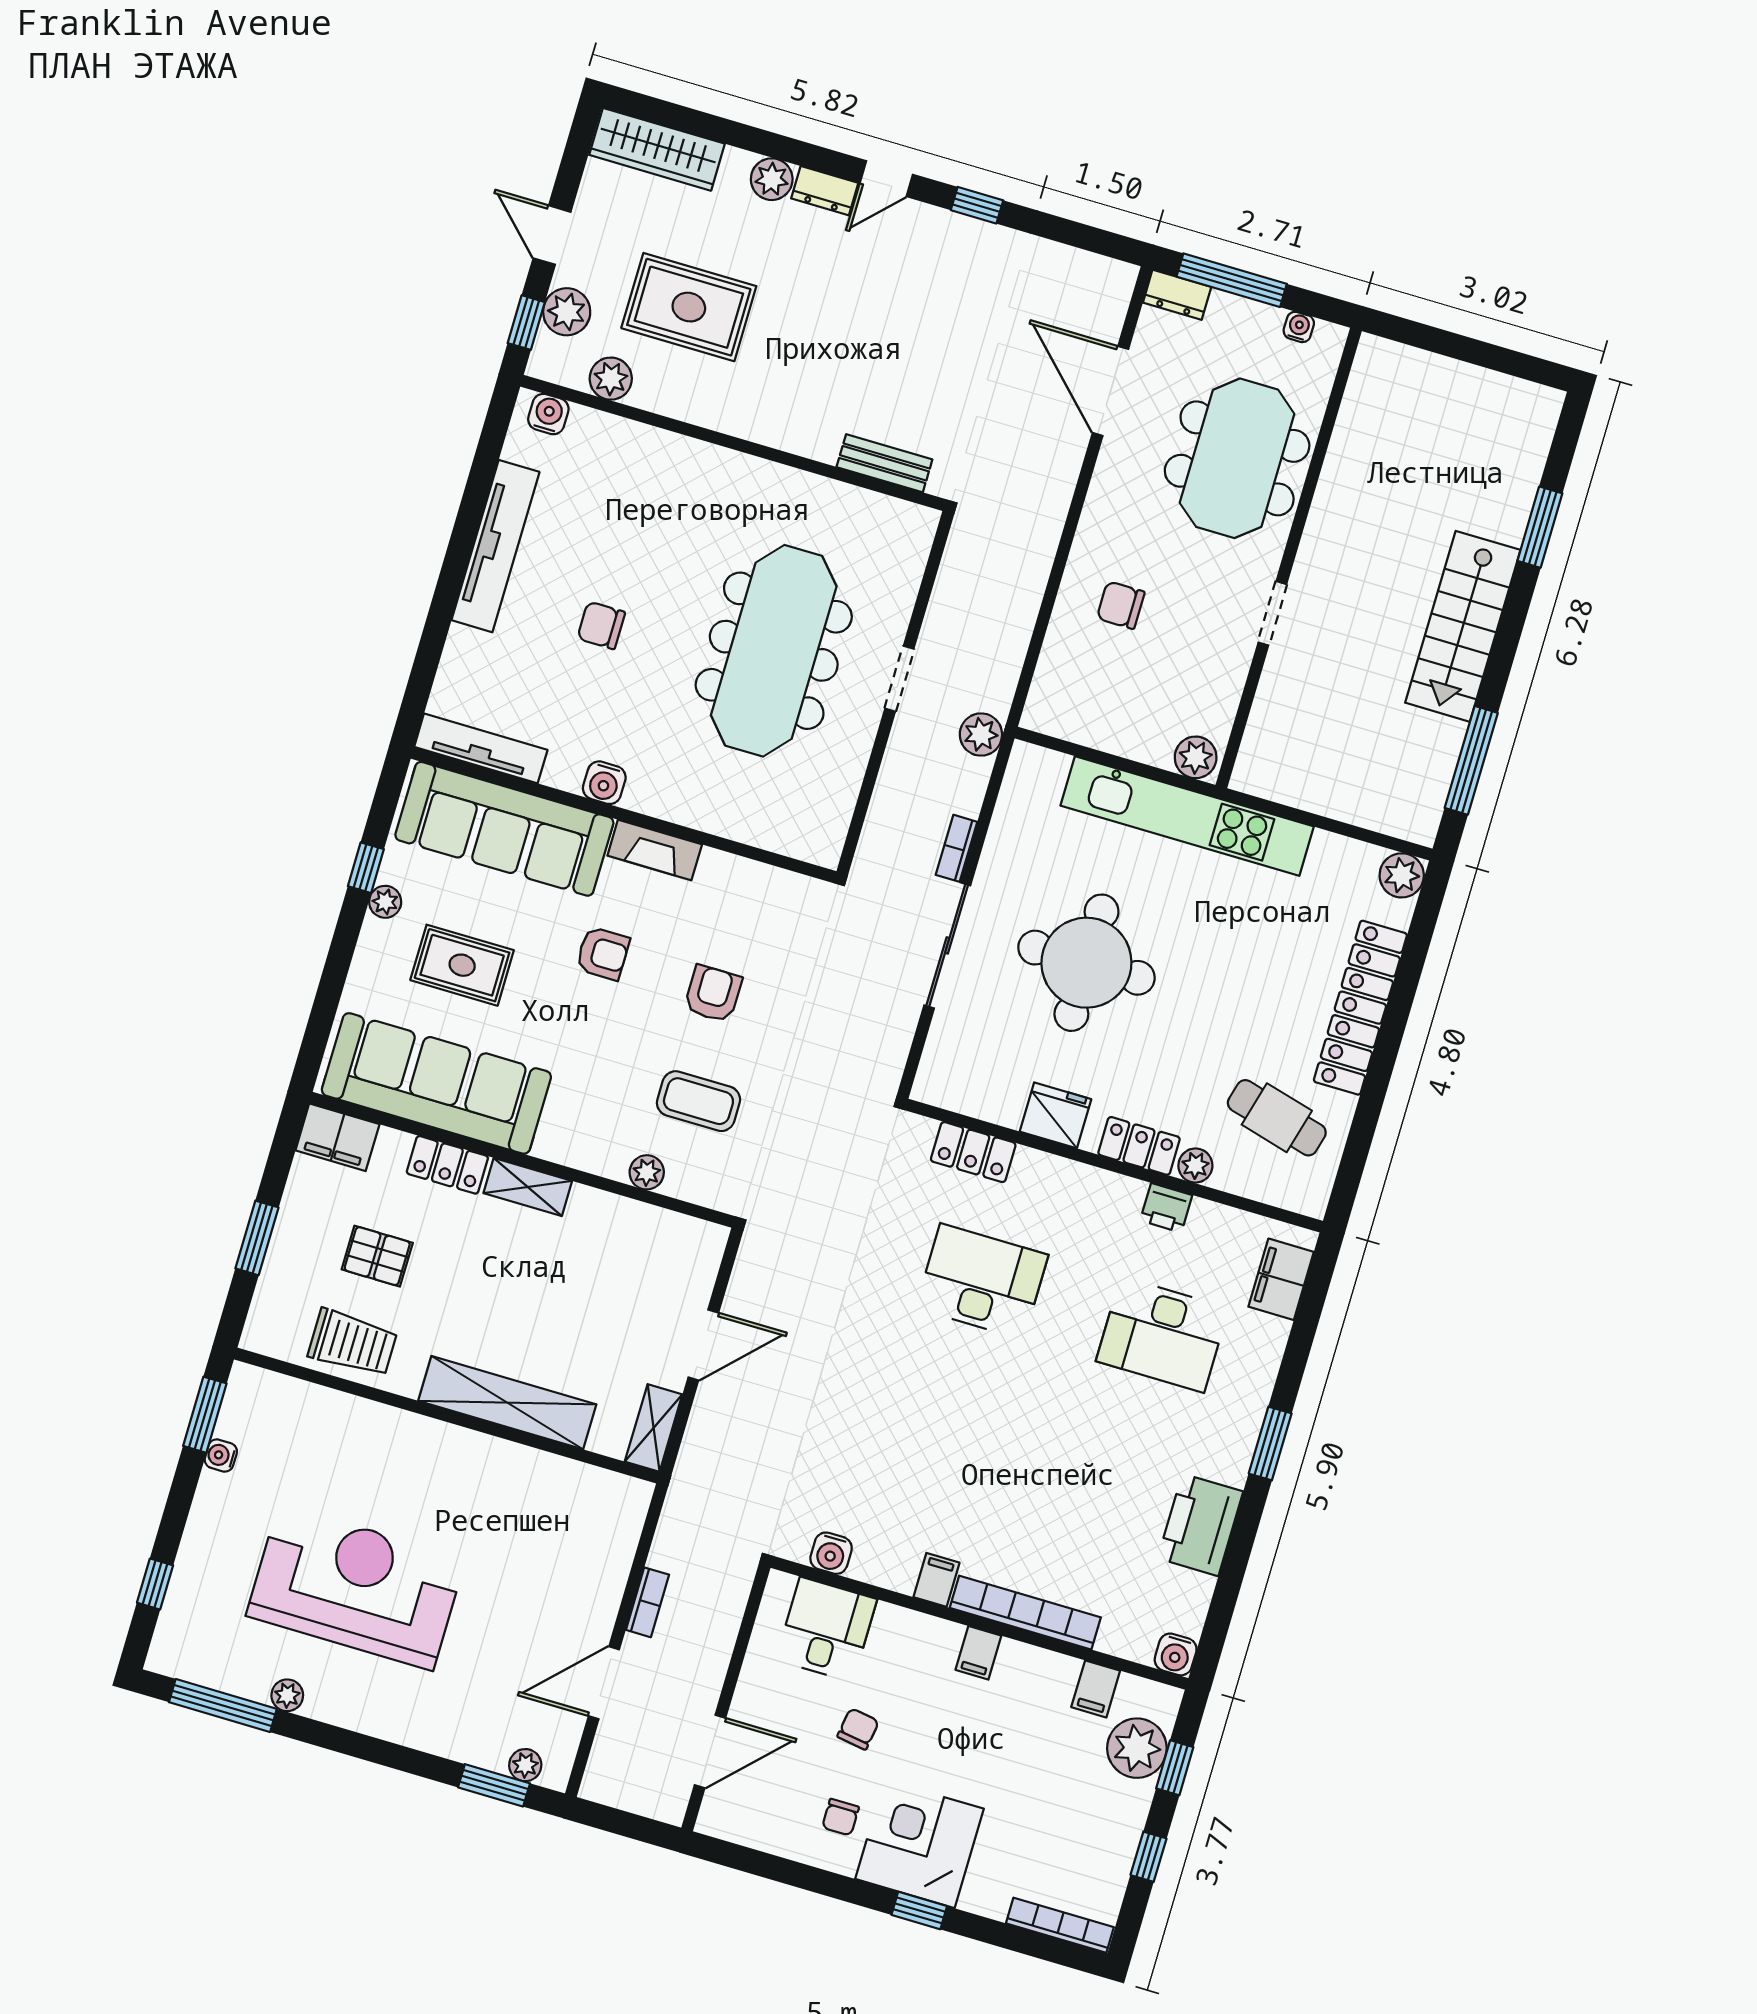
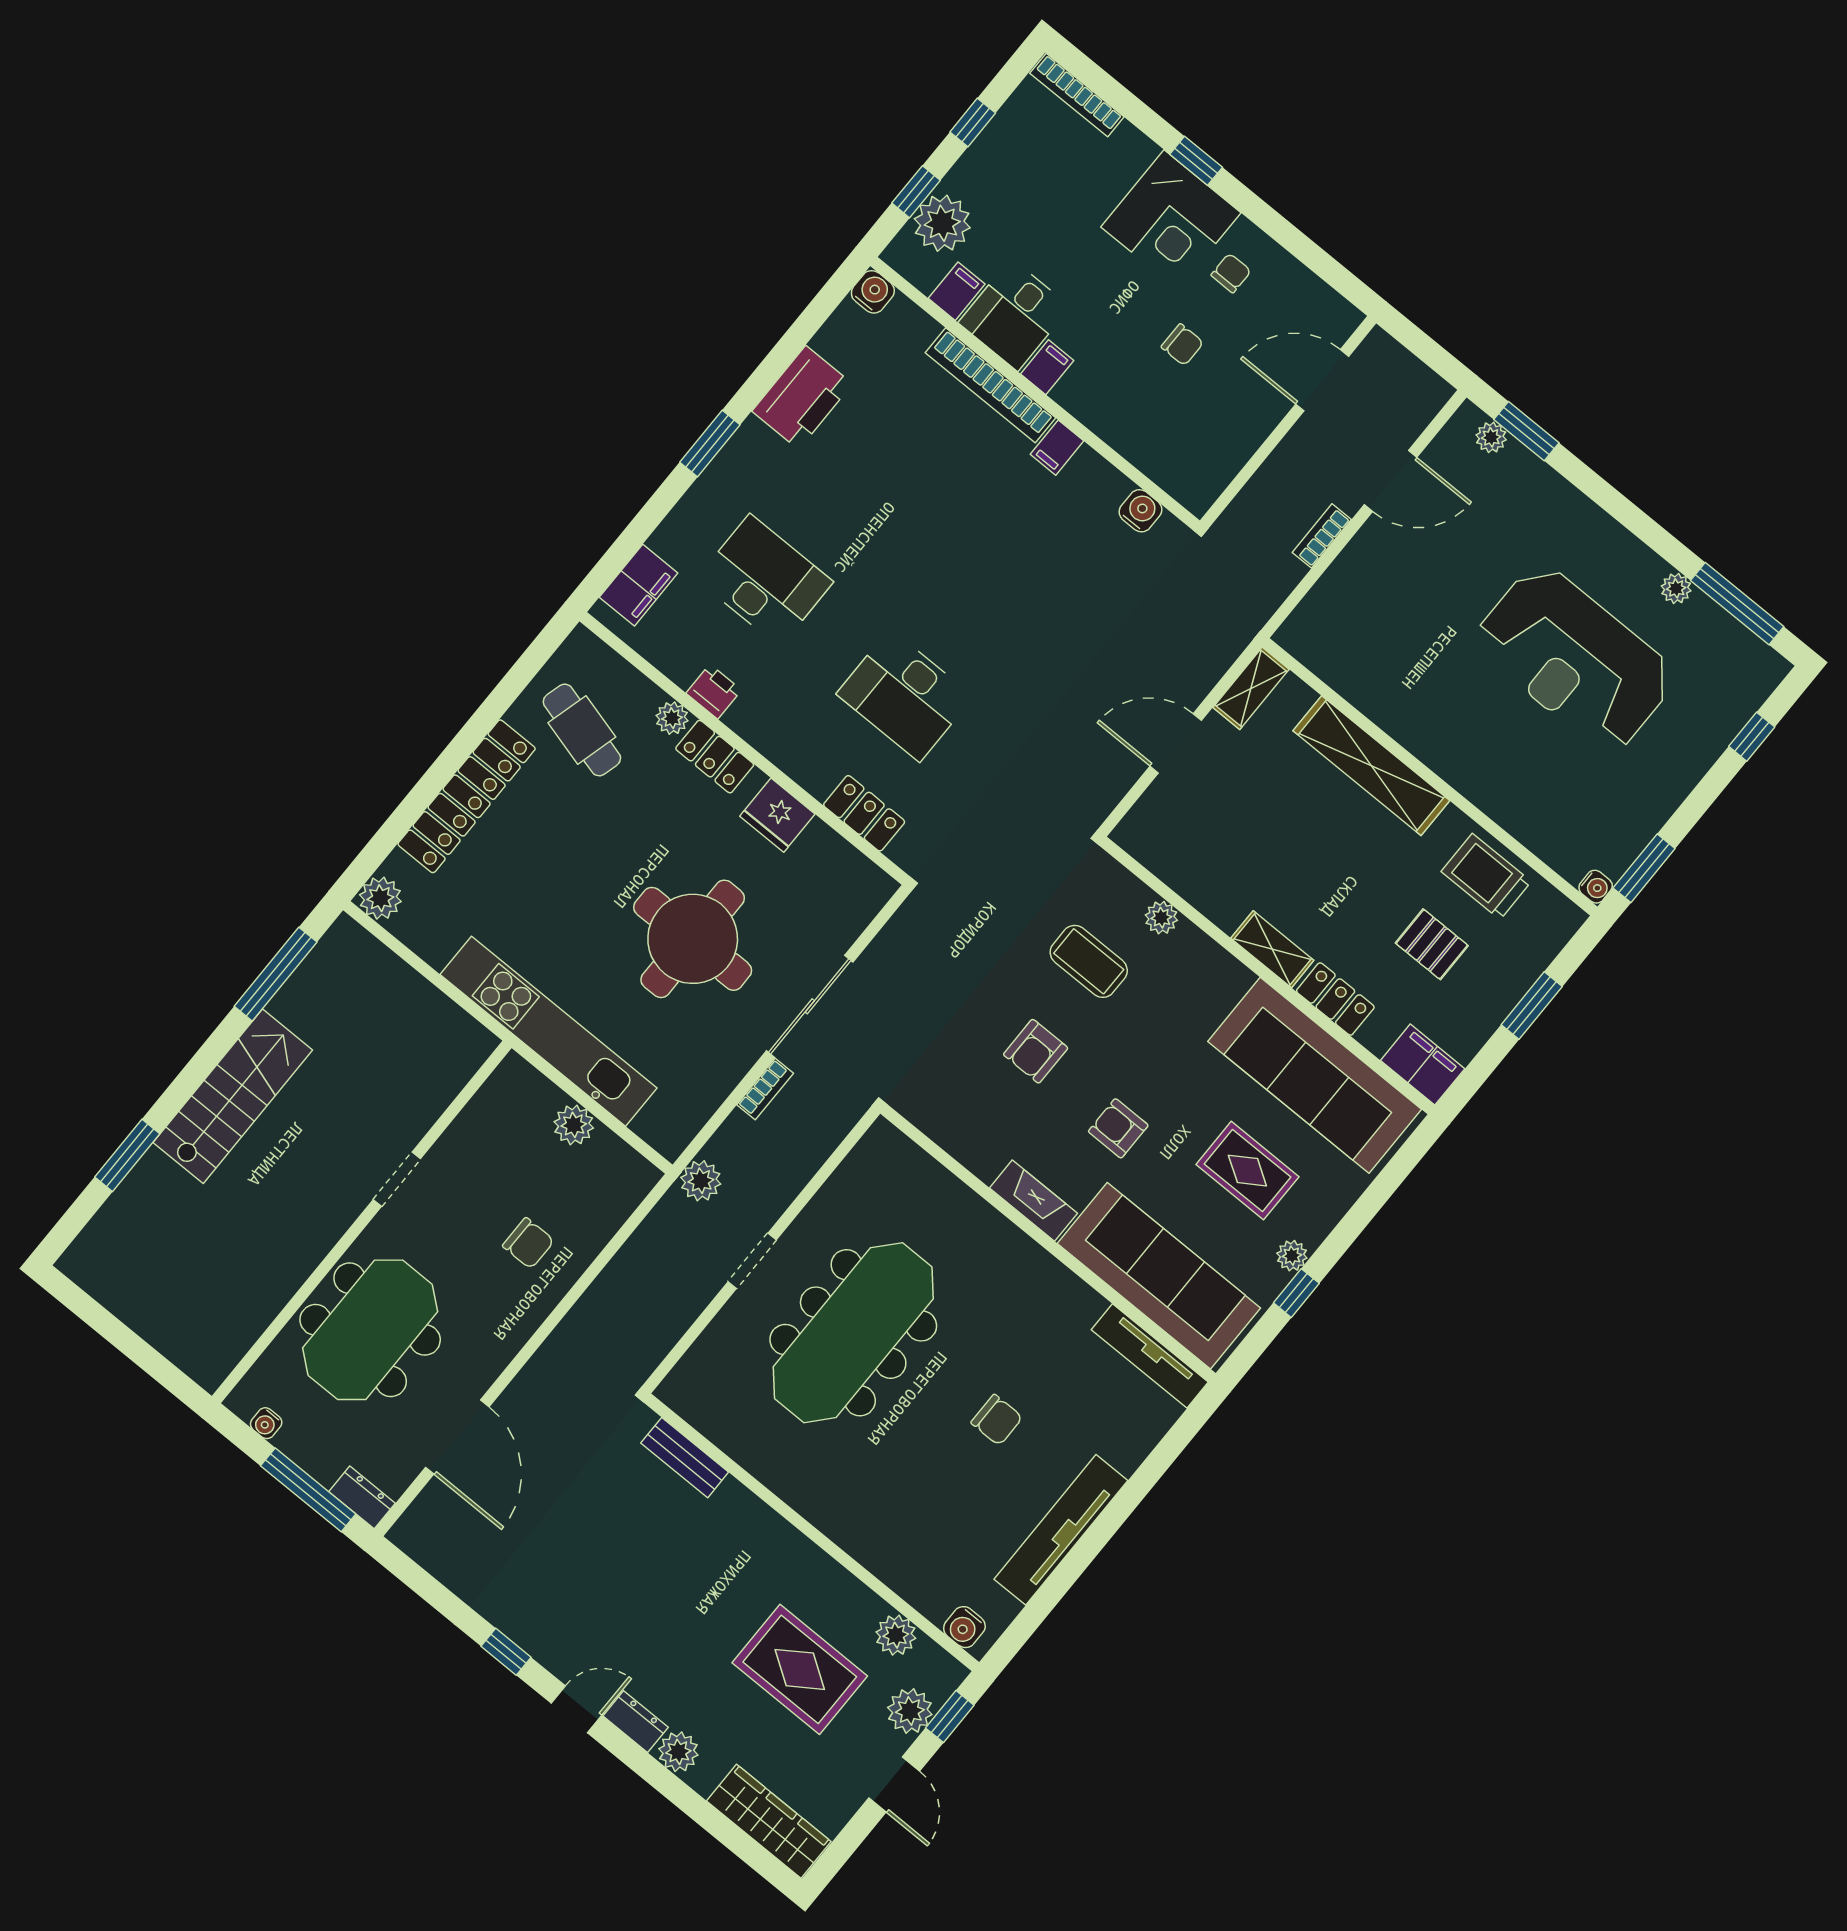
plant: (1196, 757) -> (574, 1125), moved
water cooler: (604, 783) -> (1053, 1279), removed
water cooler: (221, 1456) -> (1596, 887), moved
desk: (826, 1630) -> (1014, 315), moved
chair: (858, 1729) -> (1182, 345), turned -99

